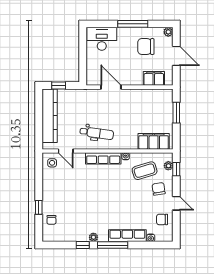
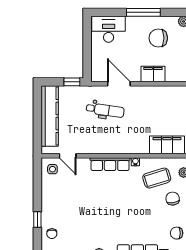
filing cabinet: (154, 78) -> (153, 74), moved
window: (59, 85) -> (72, 82), moved
dental chair: (97, 133) -> (105, 110), moved

